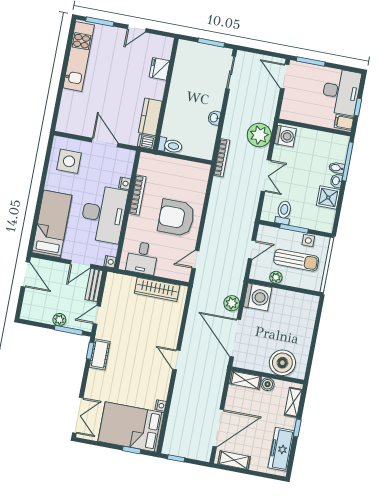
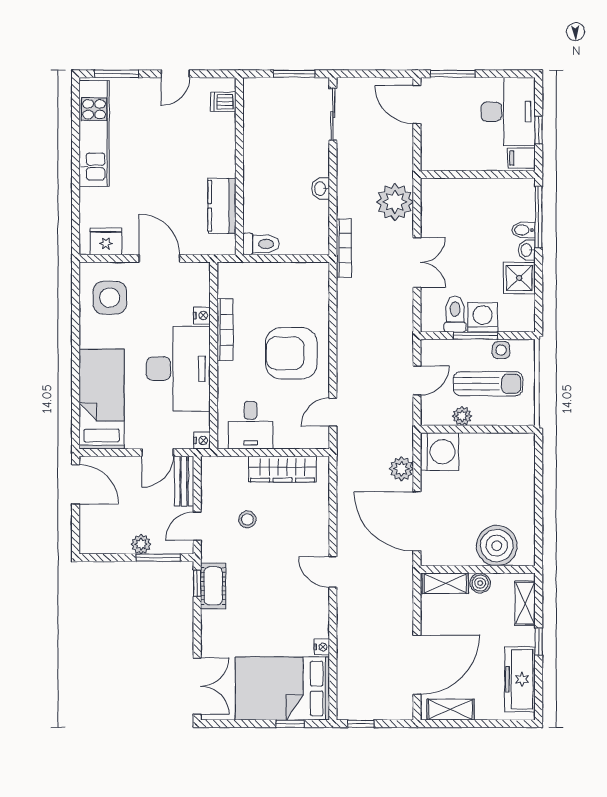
fridge: (160, 69) -> (106, 241), moved, turned 90
washing machine: (285, 136) -> (483, 317), moved, turned -90
dishwasher: (146, 142) -> (223, 102), moved
stool: (129, 317) -> (247, 519), added

